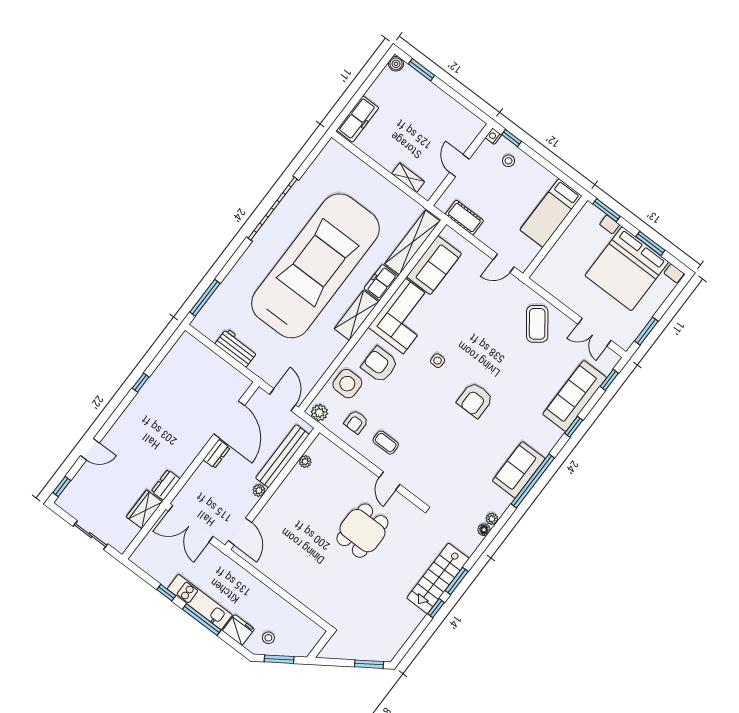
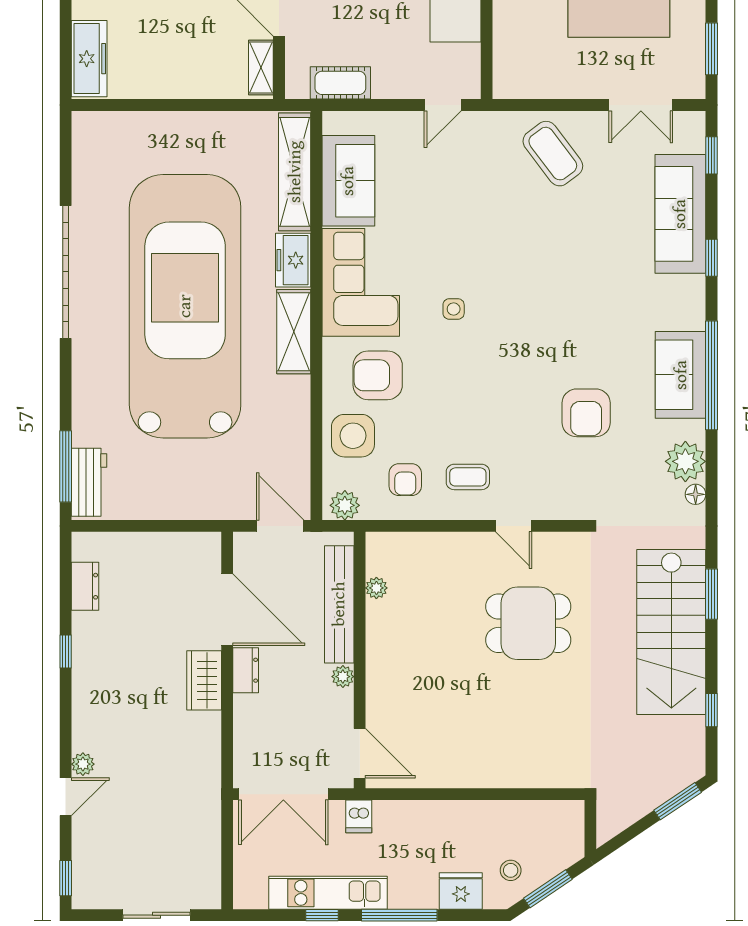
shelving: (408, 178) -> (261, 67), moved, turned 90
workbench: (236, 348) -> (89, 482), moved, turned 90
armchair: (475, 400) -> (586, 413), moved
plant: (109, 440) -> (83, 764), added
dresser: (166, 485) -> (85, 586), moved, turned 180
wardrobe: (144, 509) -> (204, 680), moved
plant: (492, 519) -> (685, 461), width x1.87, depth x1.87
dining table: (362, 531) -> (528, 623), turned 90
dishwasher: (217, 560) -> (359, 816), added
stairs: (438, 578) -> (671, 632), width x1.36, depth x1.51
kitchen unit: (200, 602) -> (328, 893), moved
window: (436, 608) -> (712, 710), moved

